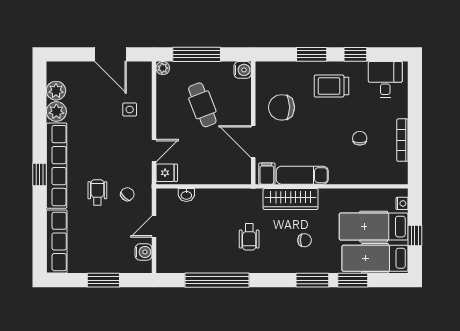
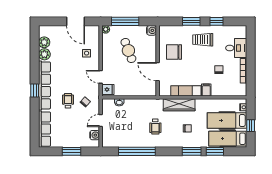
desk: (385, 80) -> (236, 48), moved, turned 90
door: (154, 151) -> (101, 77), swing flipped
filing cabinet: (267, 174) -> (206, 90), moved

